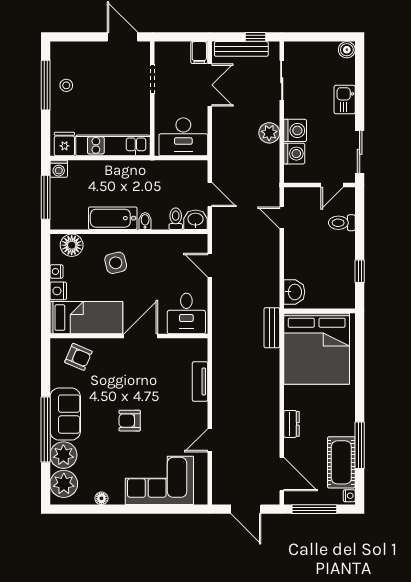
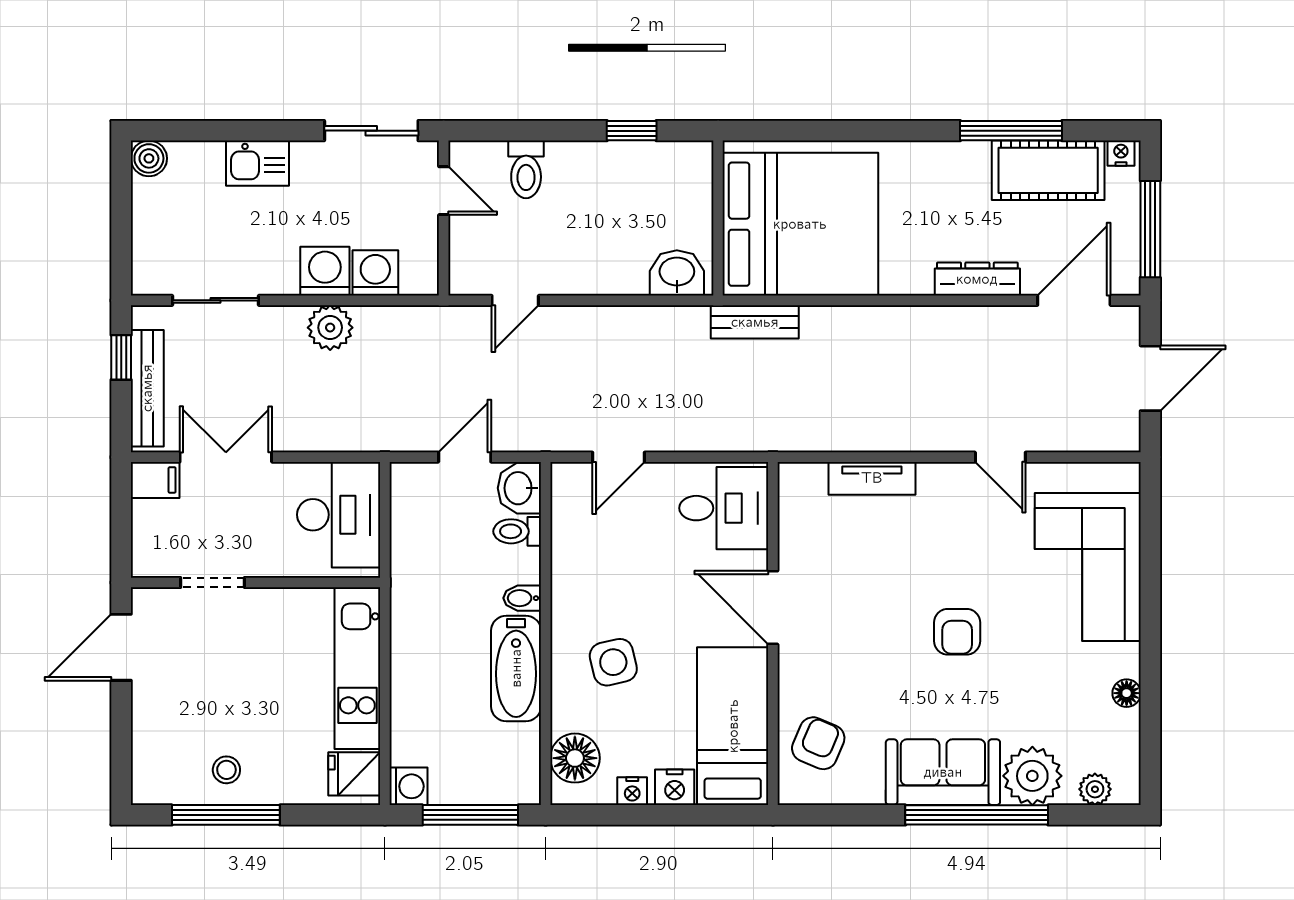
dresser: (291, 424) -> (977, 279), width x1.44
plant: (64, 484) -> (1095, 789), width x0.53, depth x0.53

